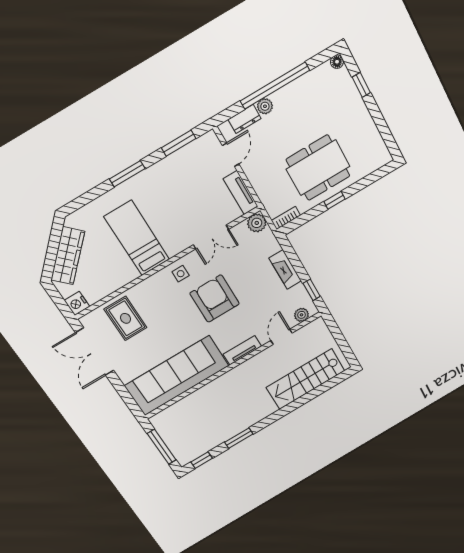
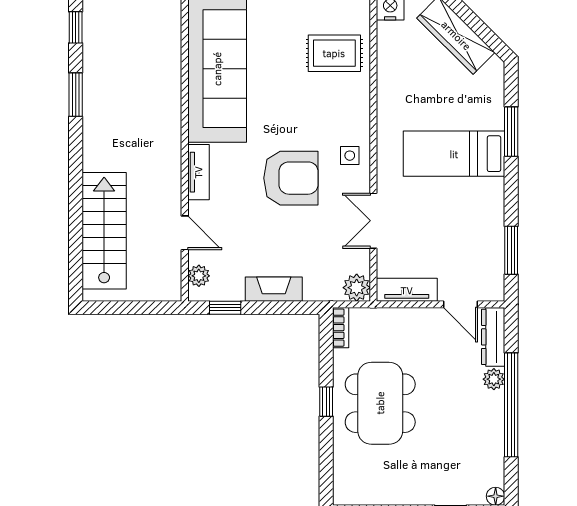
dresser: (245, 119) -> (493, 337), width x1.44
window: (127, 174) -> (511, 132), moved
bed: (137, 238) -> (454, 154), moved, turned 180

